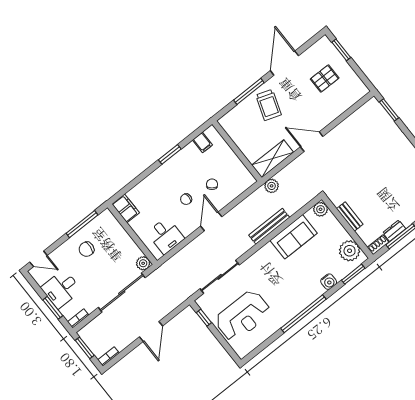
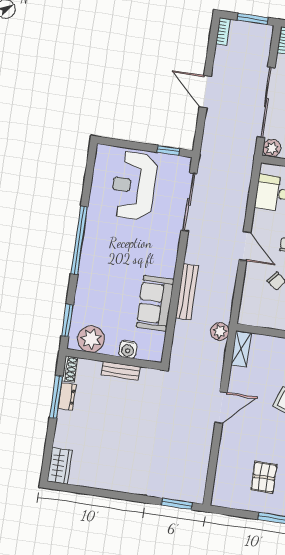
shelving: (273, 159) -> (241, 349), width x0.67, depth x0.75
plant: (321, 209) -> (154, 352), removed
water cooler: (329, 282) -> (128, 349), moved, turned -90

